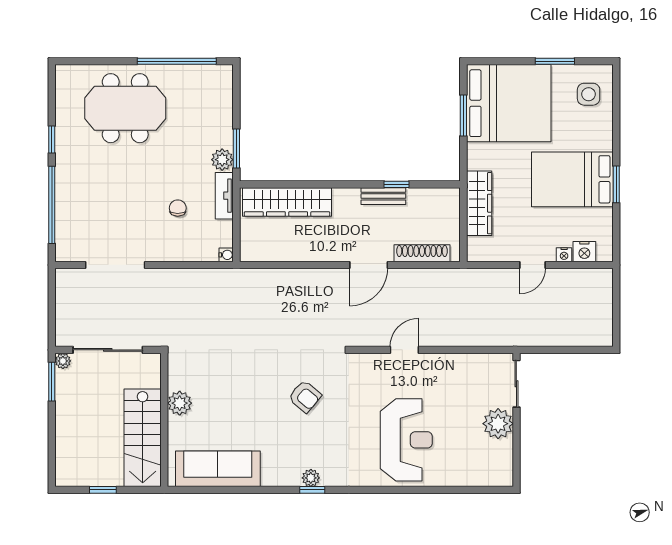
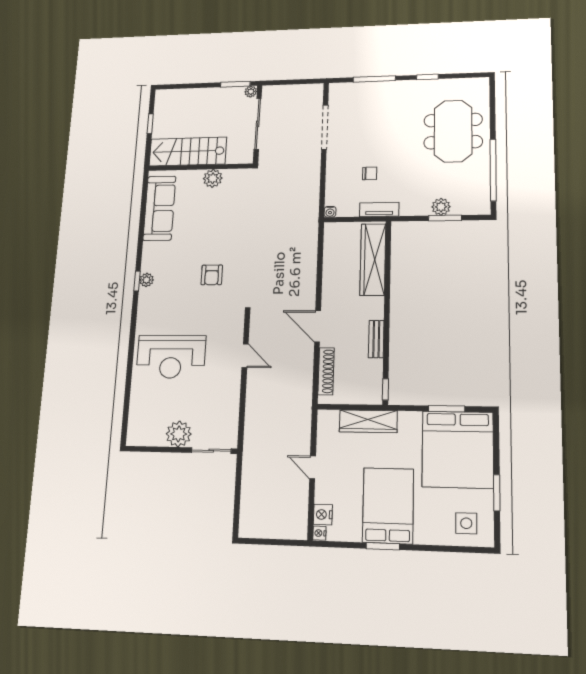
window: (236, 149) -> (445, 218), moved
plant: (222, 160) -> (441, 207), moved
window: (397, 184) -> (385, 389), moved
window: (52, 205) -> (374, 79), width x0.68
nightstand: (564, 255) -> (319, 533), moved
armchair: (305, 396) -> (212, 275), turned -40

